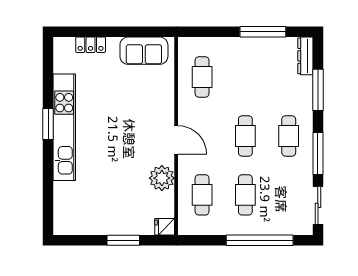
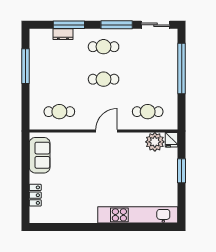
dresser: (305, 56) -> (63, 34), moved, width x0.70
window: (48, 124) -> (95, 227), removed
kitchen unit: (64, 127) -> (138, 215), moved
plant: (162, 178) -> (155, 142), moved
cafe table: (245, 195) -> (148, 79), removed

